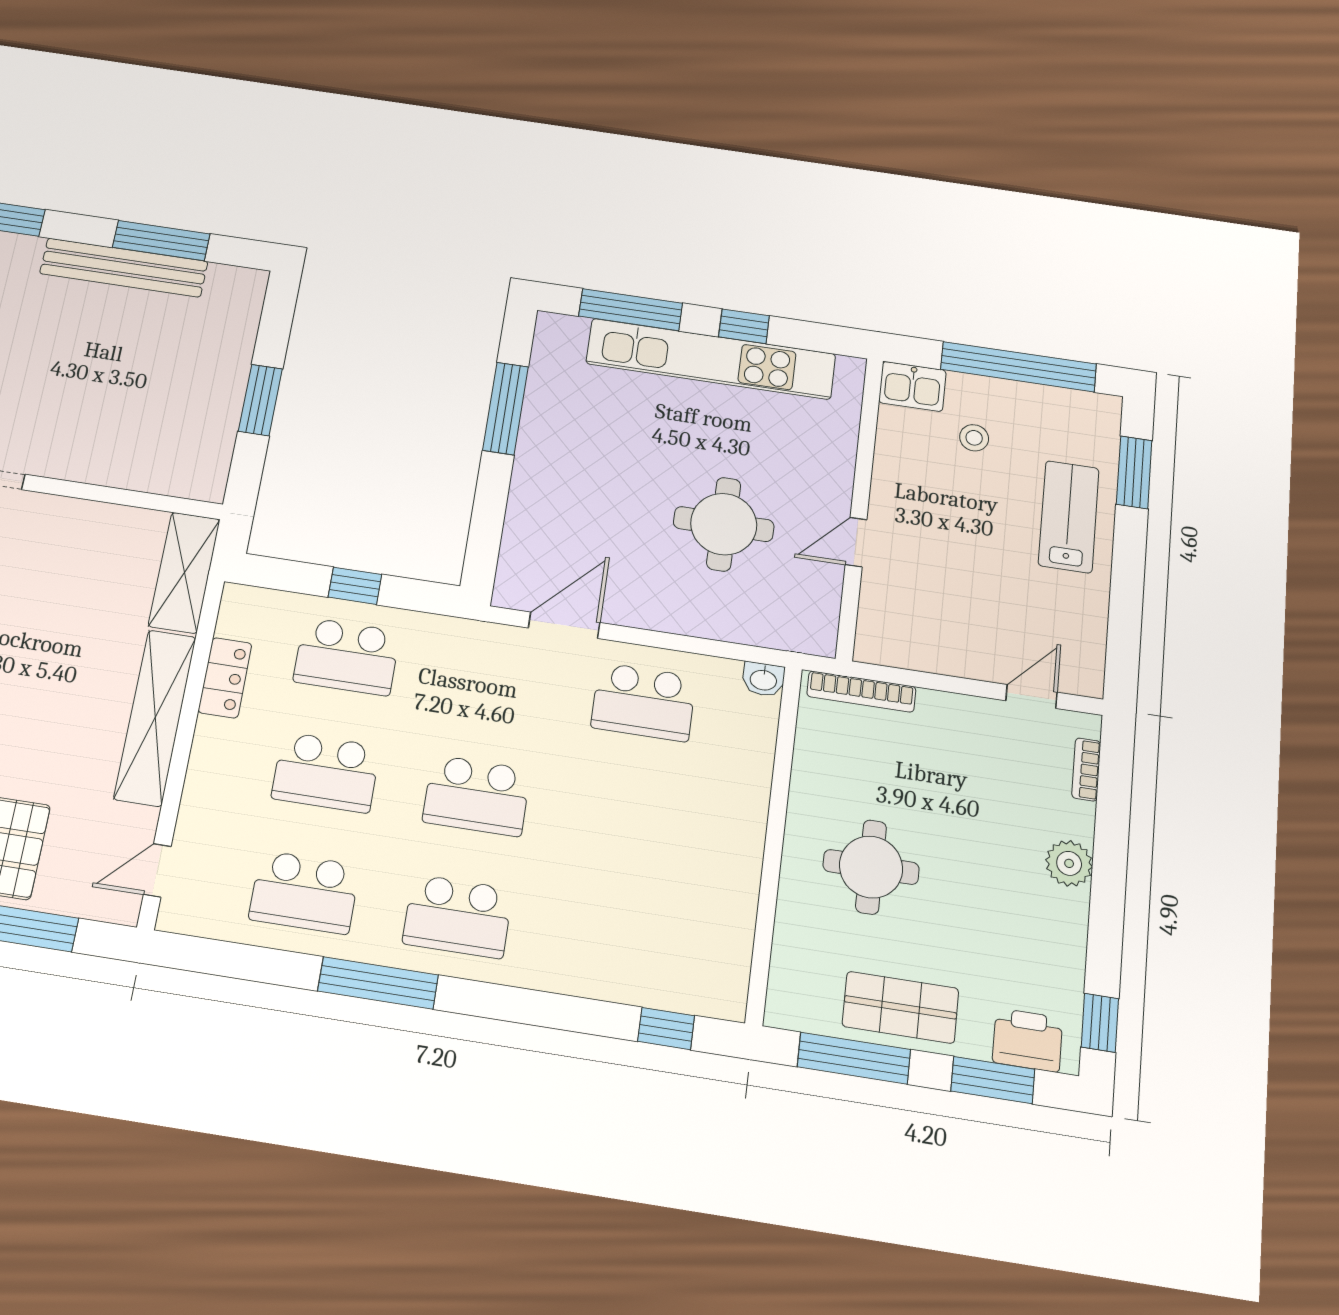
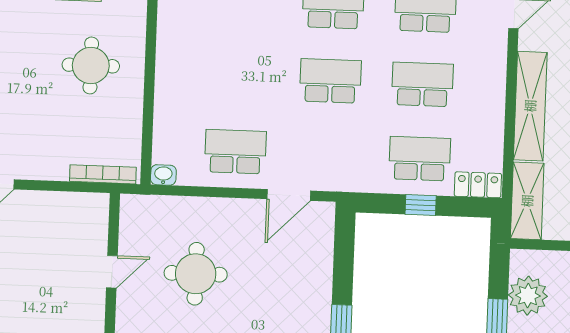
plant: (206, 433) -> (528, 296), added
locker: (225, 678) -> (478, 185), moved, turned 90

